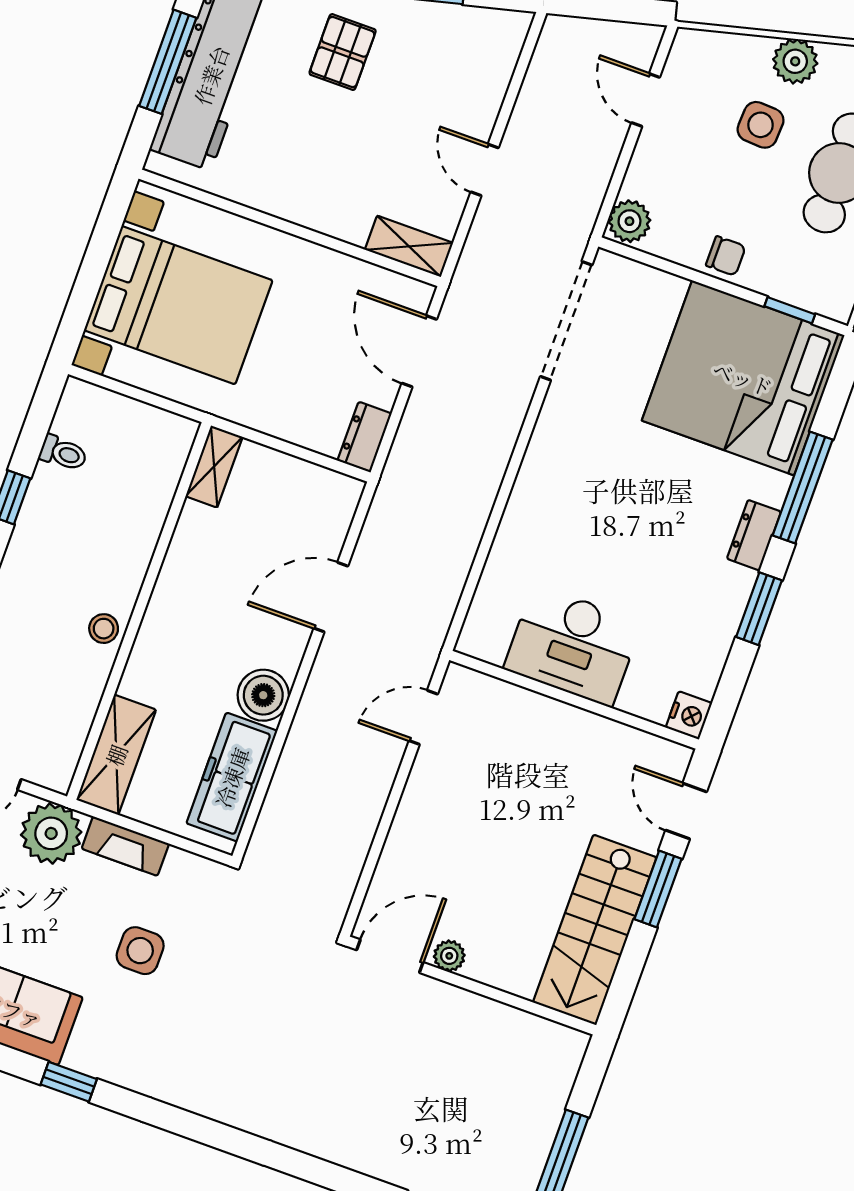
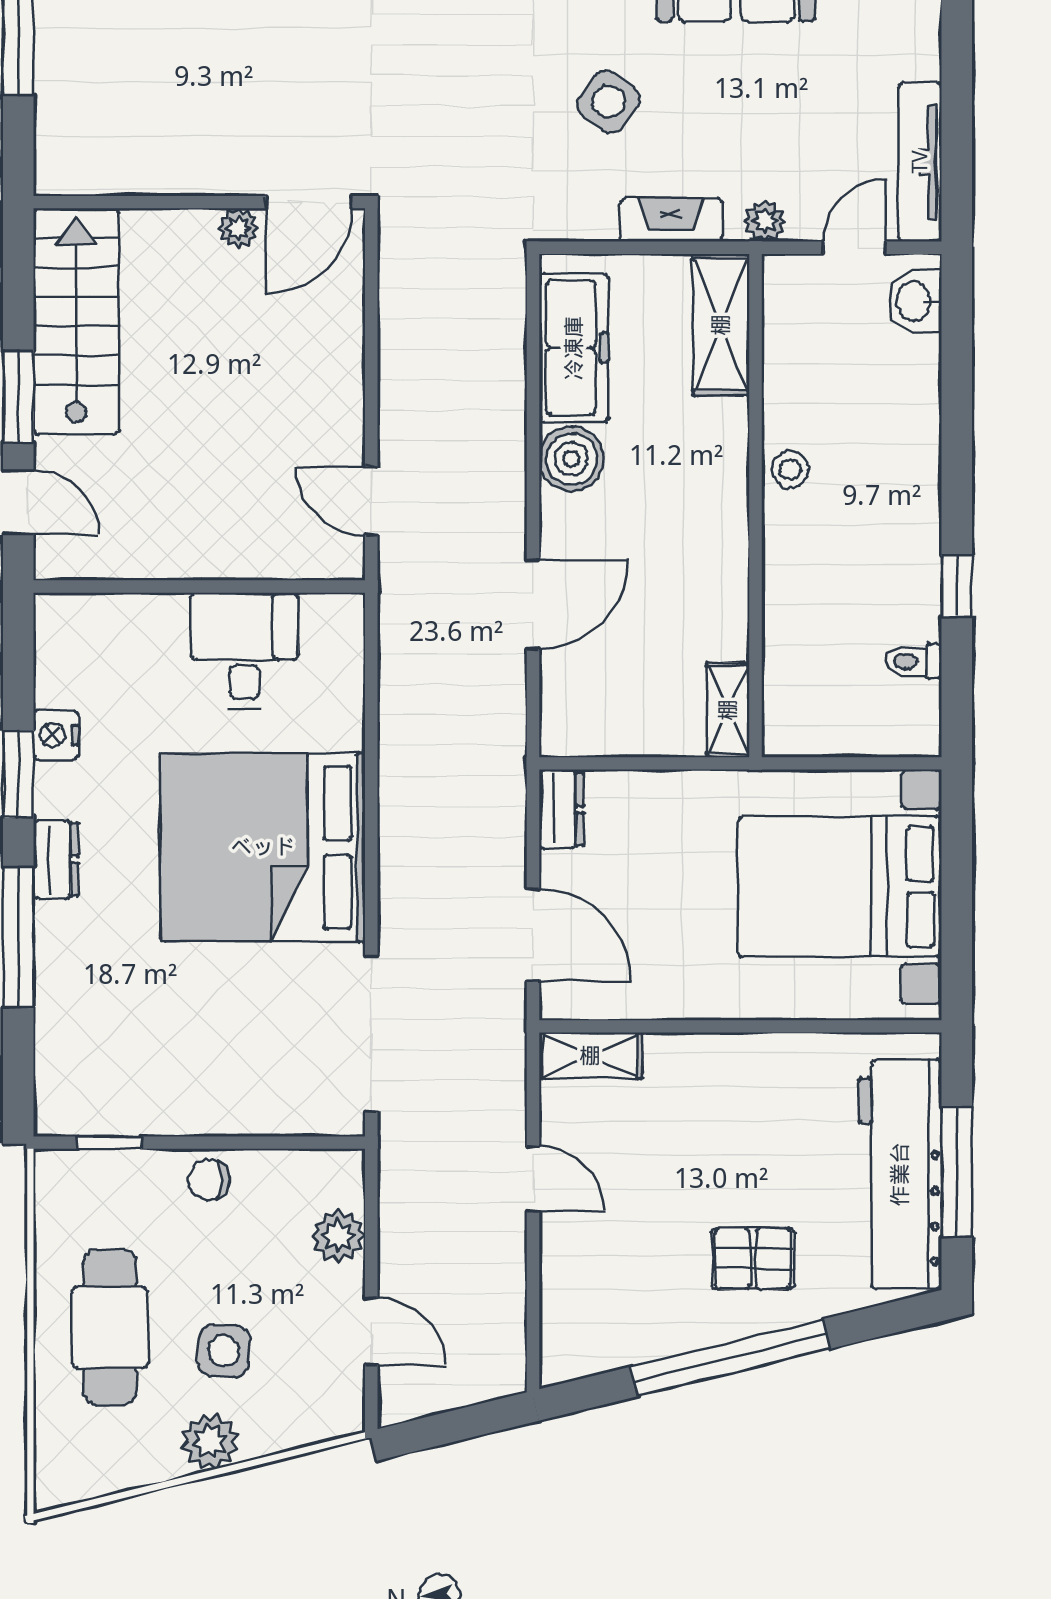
pallet: (343, 52) -> (753, 1258), turned 90
plant: (629, 221) -> (339, 1236), moved
bed: (743, 378) -> (263, 847), moved, turned 180
desk: (573, 645) -> (244, 650), width x0.73
nightstand: (689, 715) -> (56, 735), moved
door: (423, 717) -> (371, 501), swing flipped
plant: (51, 833) -> (765, 221), width x0.53, depth x0.53
side table: (140, 951) -> (609, 102), turned 36

